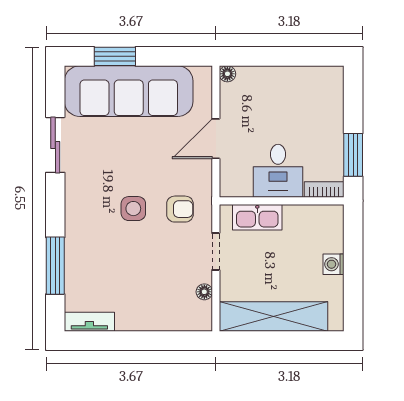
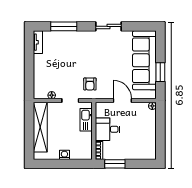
window: (115, 56) -> (160, 72), moved
sliding door: (55, 145) -> (109, 26), moved
side table: (133, 209) -> (90, 62), removed

